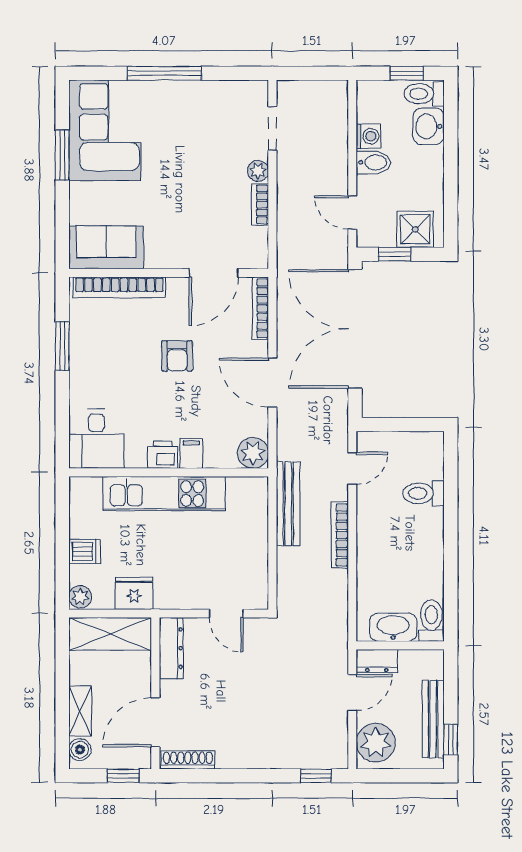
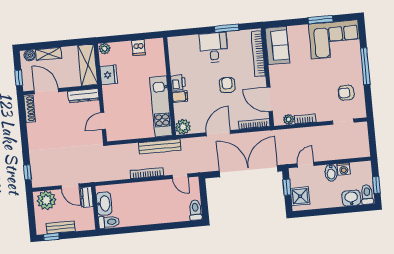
armchair: (215, 117) -> (346, 93), added
plant: (258, 171) -> (289, 119), moved
armchair: (177, 356) -> (227, 85), turned 90
desk: (96, 439) -> (214, 48), moved, turned 90
toilet: (424, 493) -> (195, 210), moved
kitchen unit: (164, 494) -> (161, 106), moved
dishwasher: (85, 551) -> (139, 48), moved
bench: (433, 719) -> (61, 227), width x0.73

